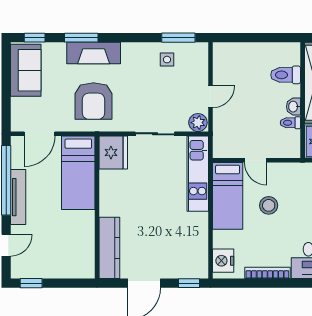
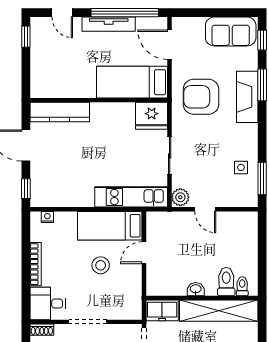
toilet: (290, 123) -> (242, 286), moved
nightstand: (223, 261) -> (47, 217), width x0.53, depth x0.56

